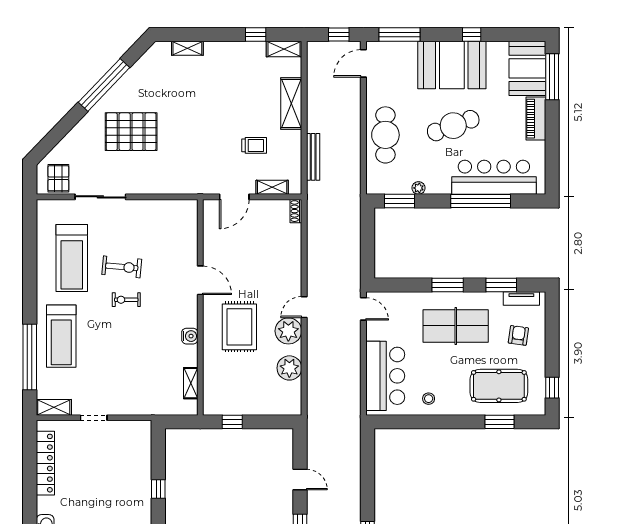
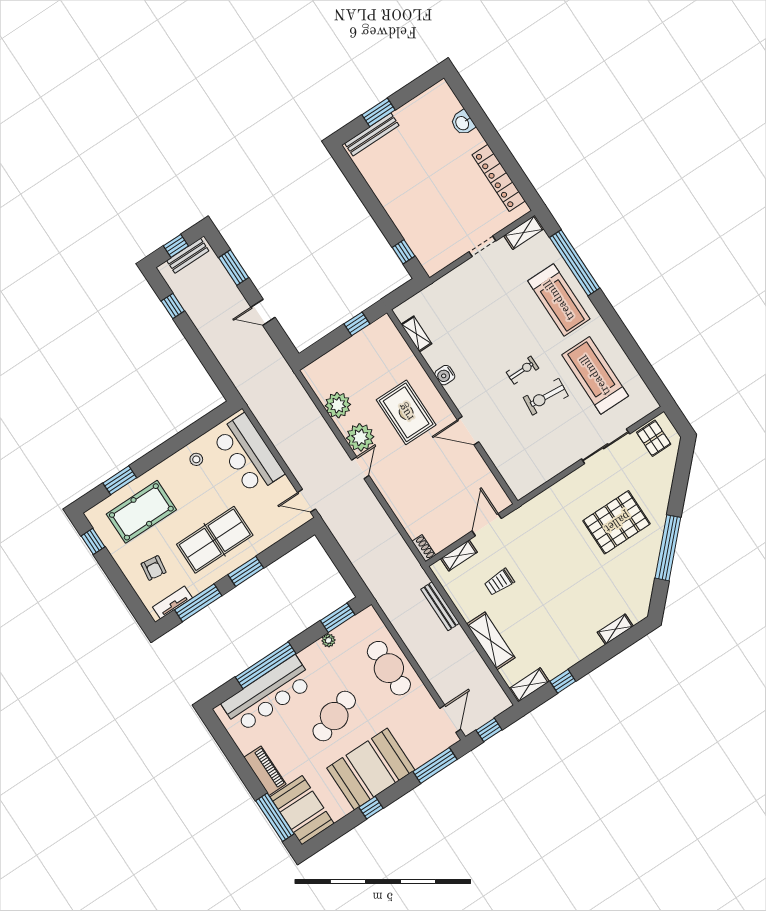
window: (501, 285) -> (198, 603), width x1.44
treadmill: (61, 336) -> (559, 300), turned 180
window: (158, 489) -> (404, 252), moved

